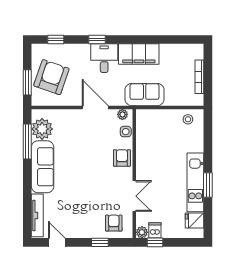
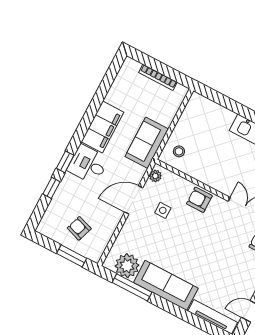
window: (56, 39) -> (51, 188), moved
armchair: (51, 77) -> (79, 228), width x0.53, depth x0.53
stool: (188, 119) -> (179, 151), moved
side table: (126, 132) -> (163, 210), moved

